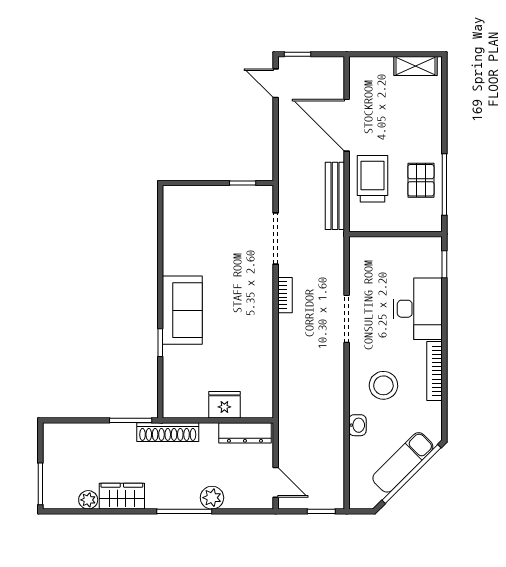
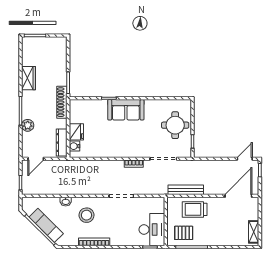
door: (347, 125) -> (238, 196), moved
trolley: (373, 179) -> (195, 209), turned 180
pallet: (421, 180) -> (184, 233), moved
round table: (212, 216) -> (175, 125), added
desk: (418, 309) -> (152, 230), moved, turned -90
water cooler: (252, 408) -> (74, 146), added
plant: (88, 500) -> (27, 60), removed

